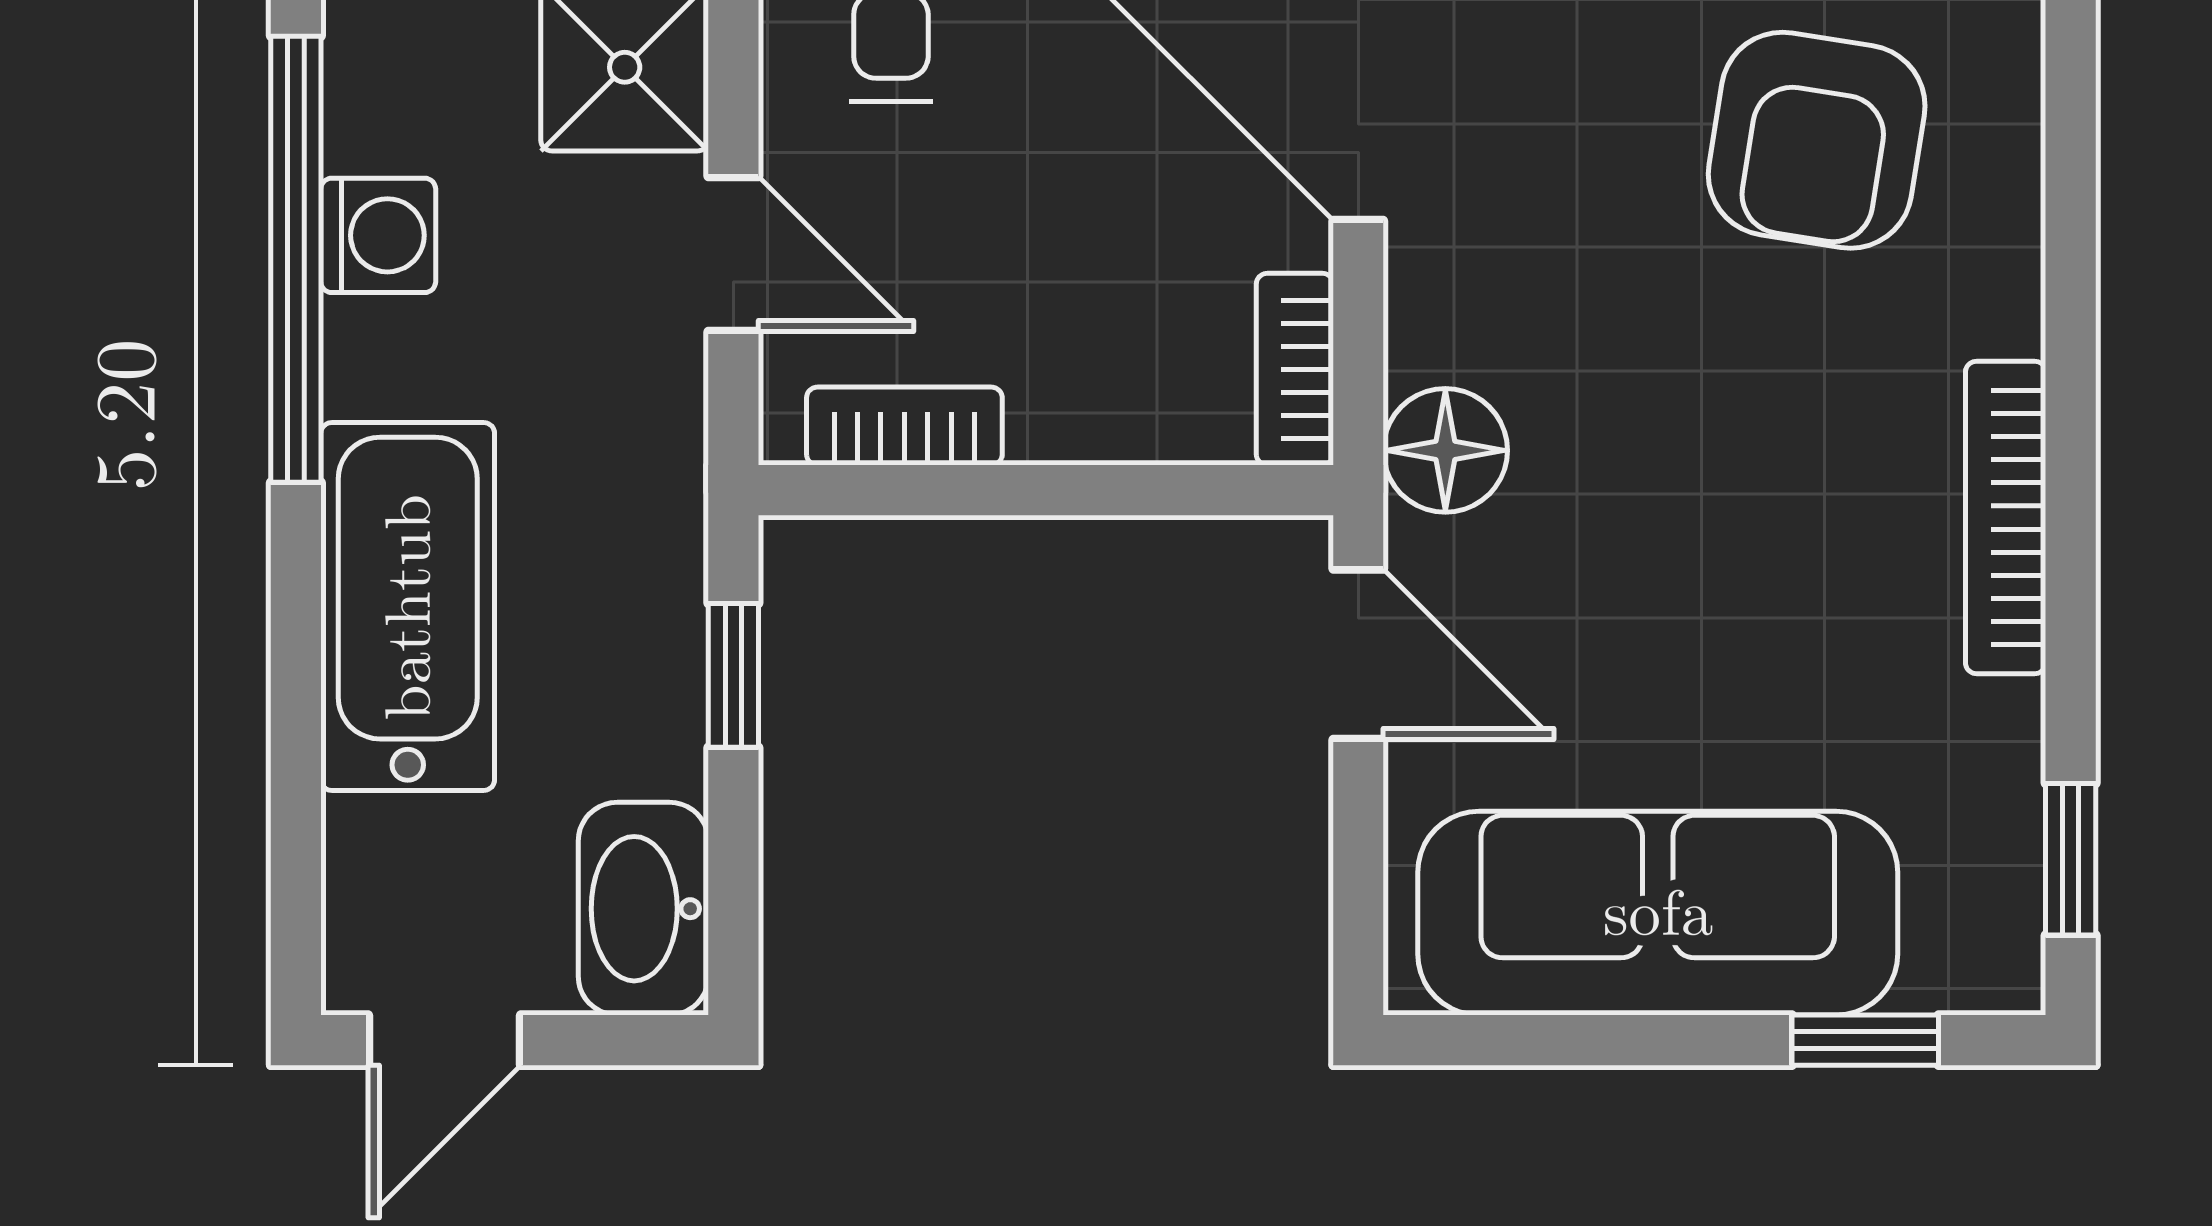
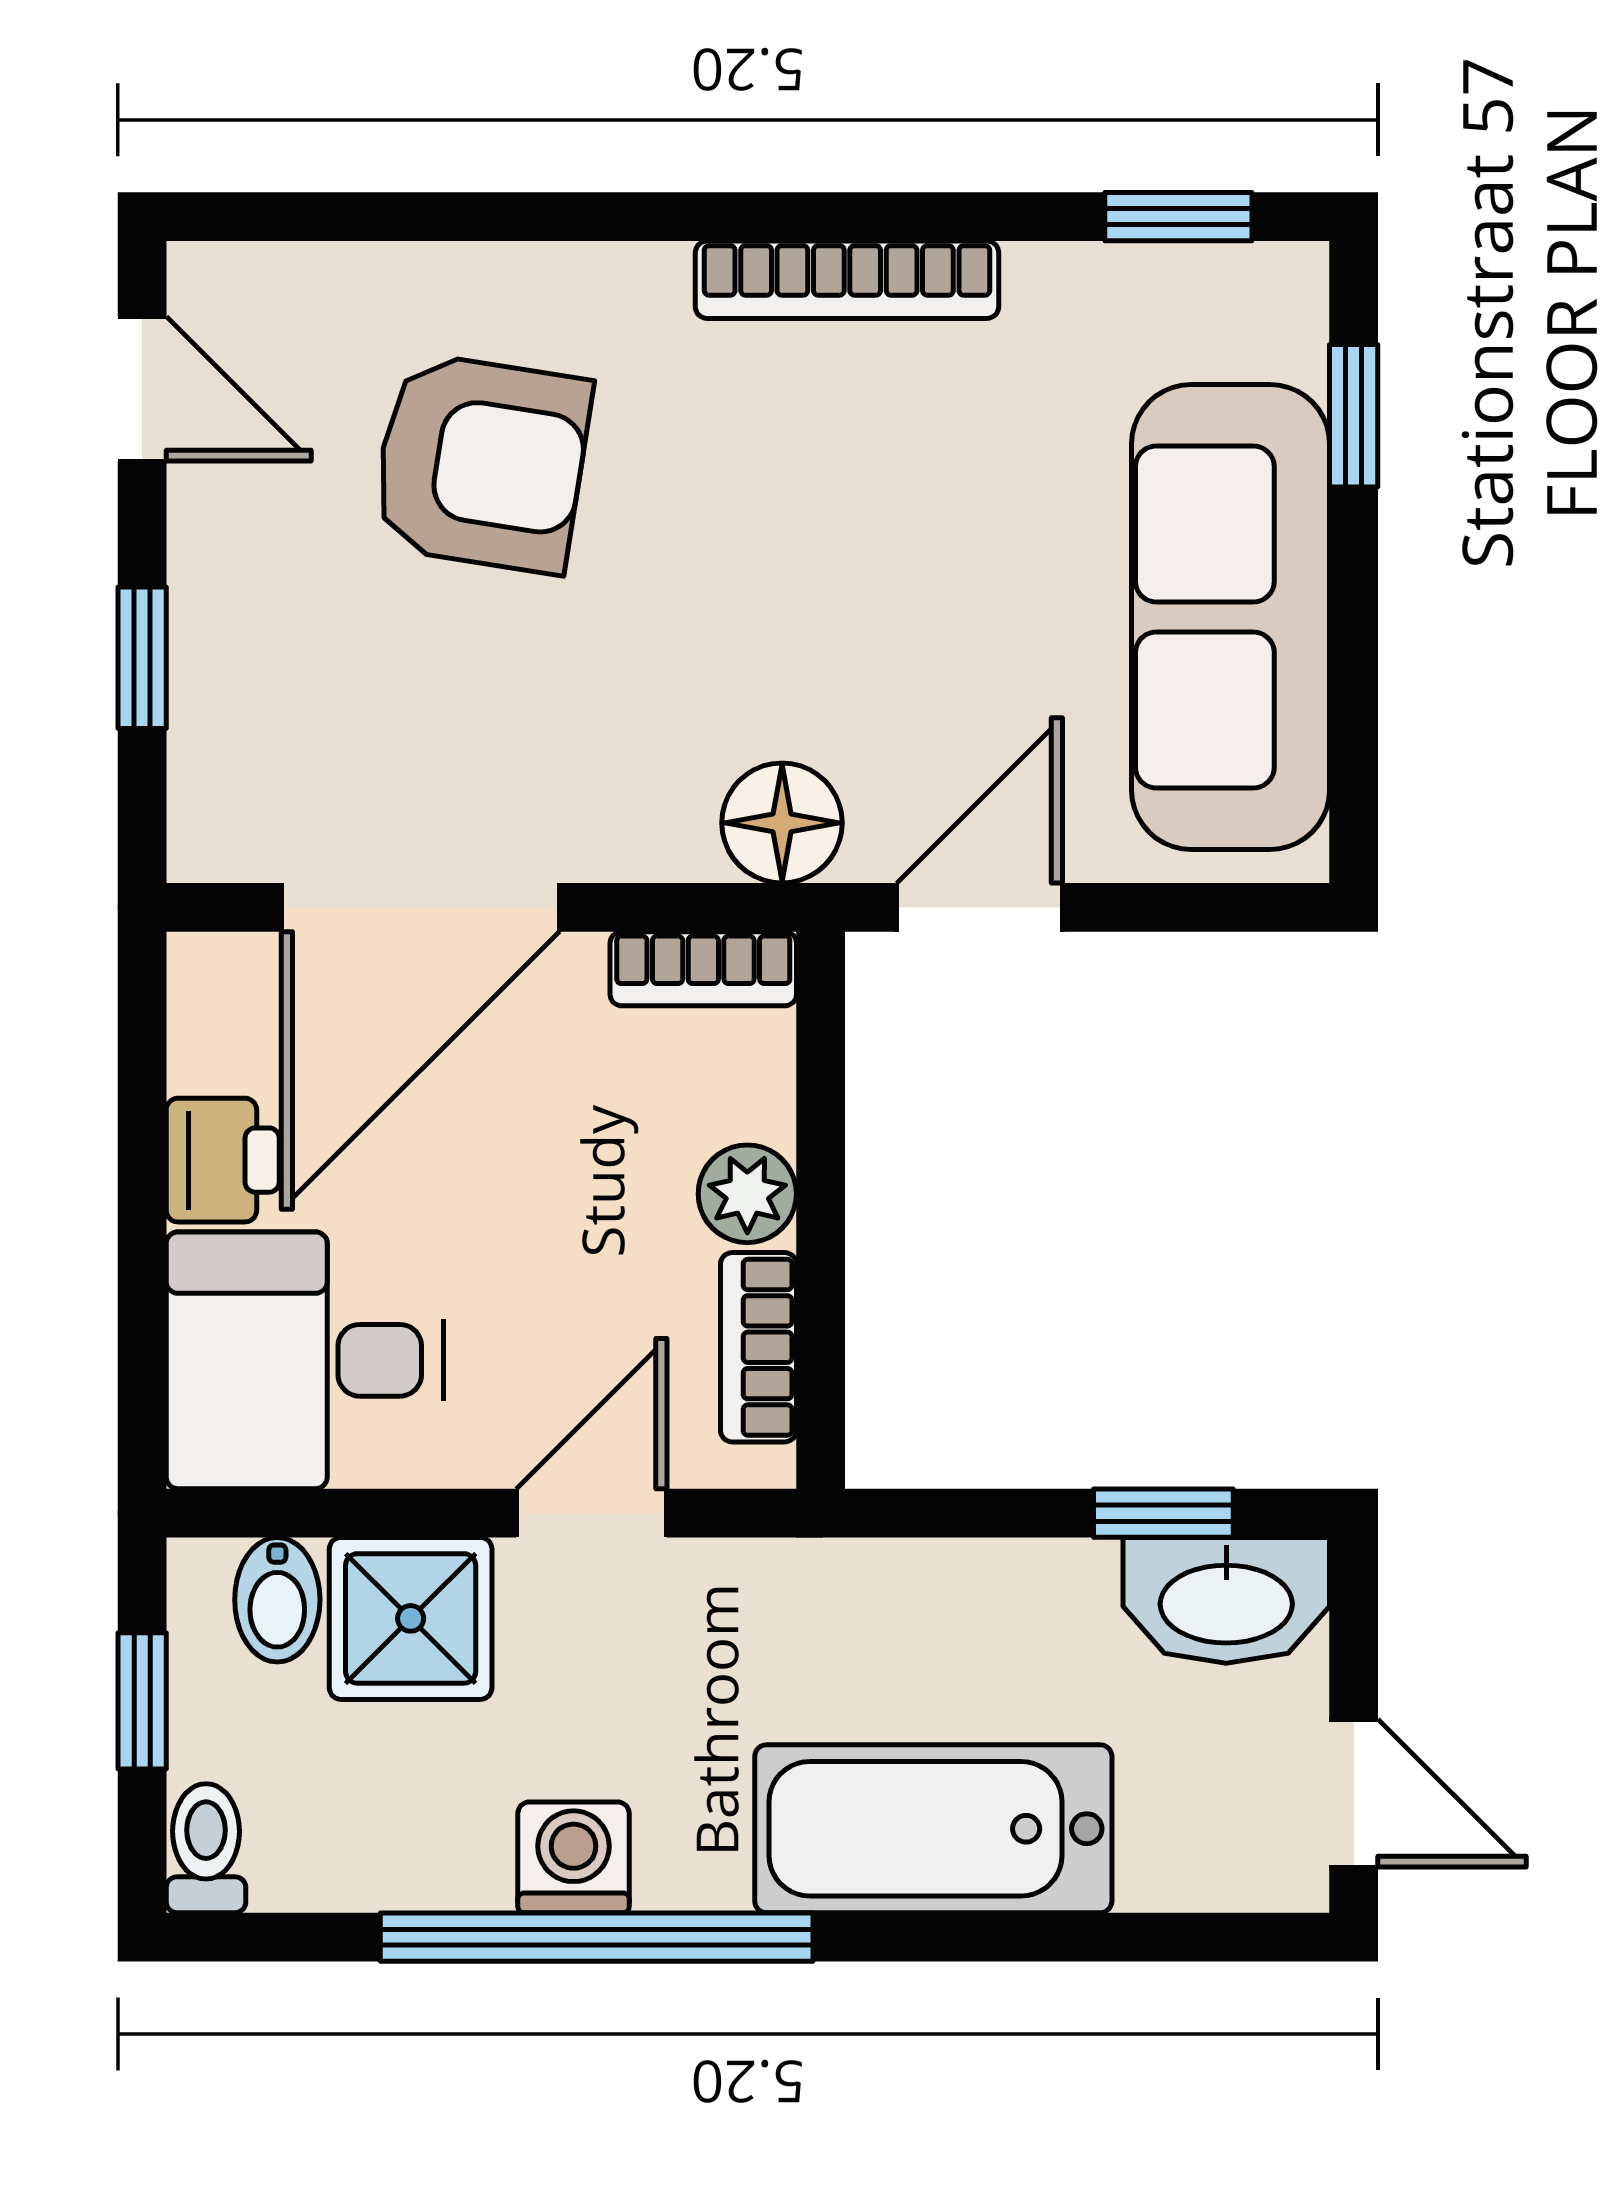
plant: (1063, 415) -> (747, 1194), added
window: (733, 675) -> (1163, 1513), moved

